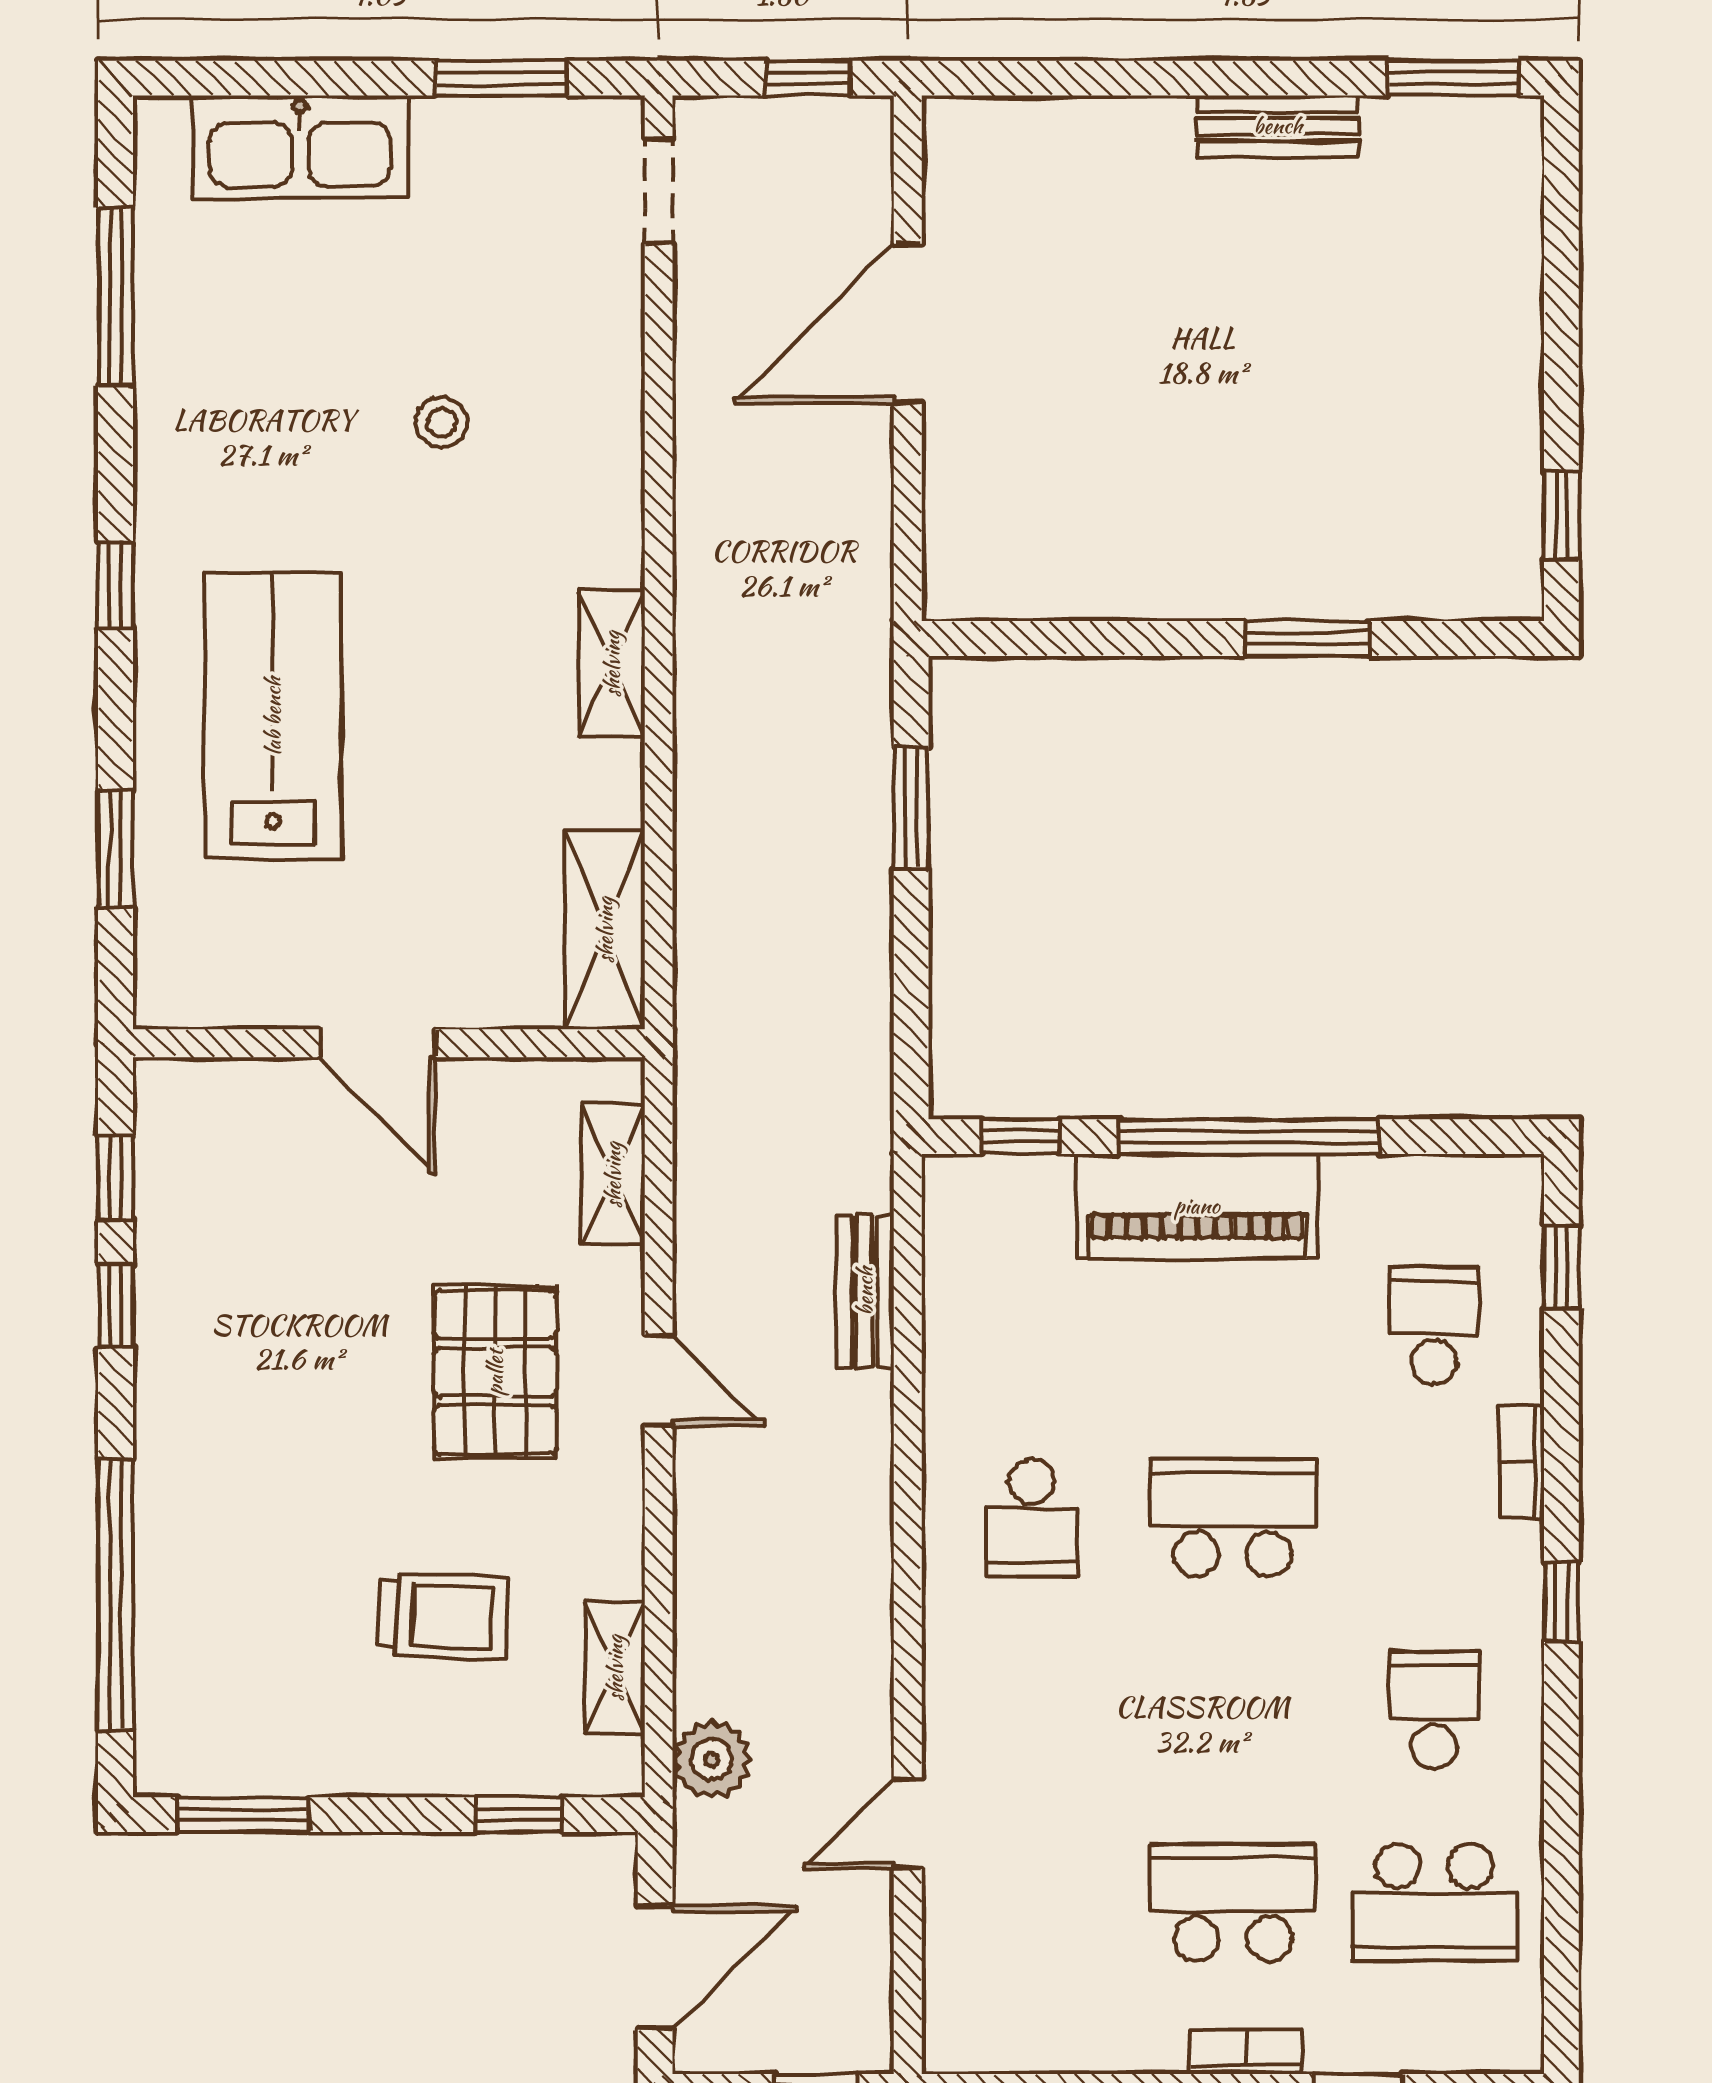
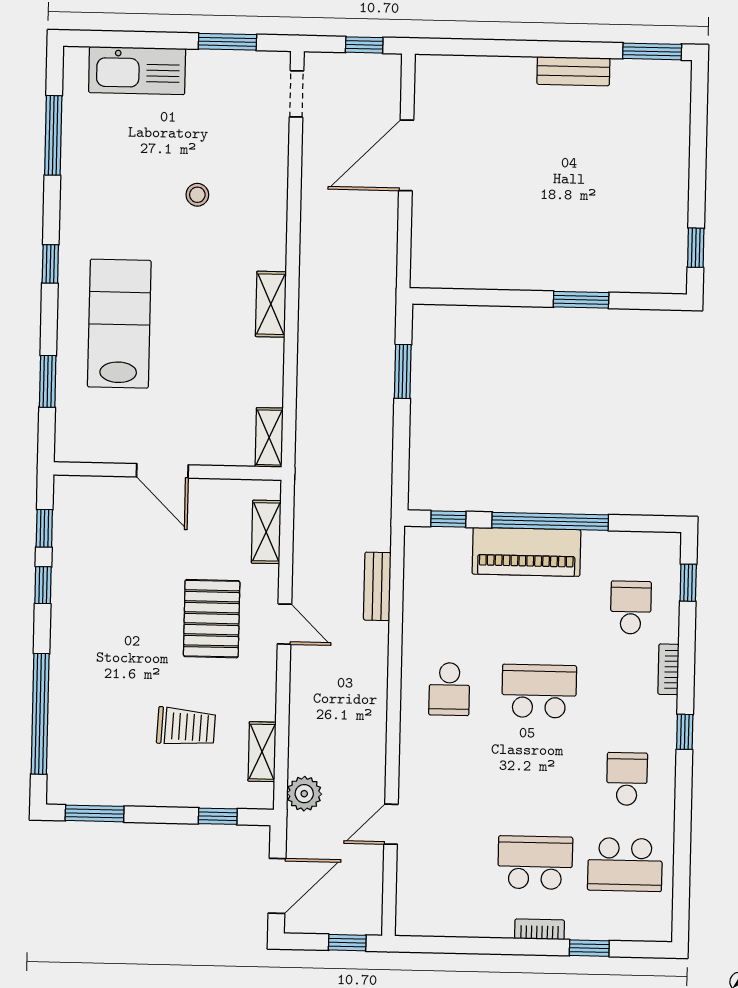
shelving: (605, 930) -> (269, 437), width x0.67, depth x0.75

